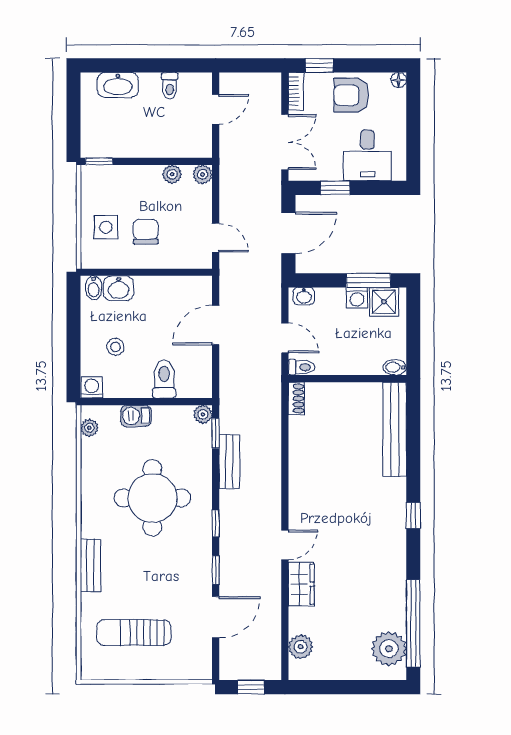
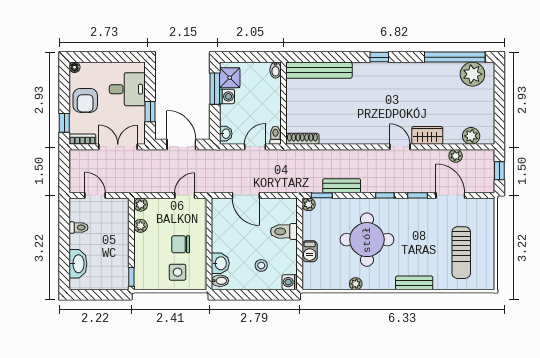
shoe rack: (296, 399) -> (302, 139), width x1.43
plant: (89, 428) -> (356, 284), moved
plant: (272, 625) -> (456, 156), added

